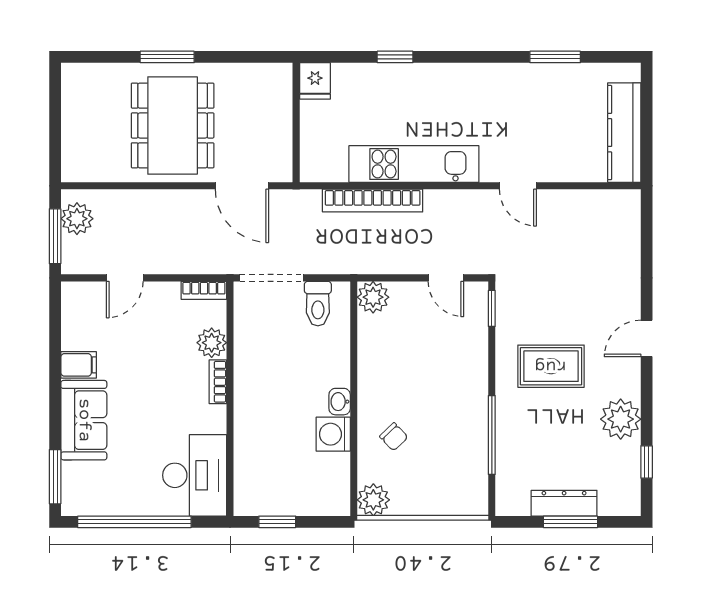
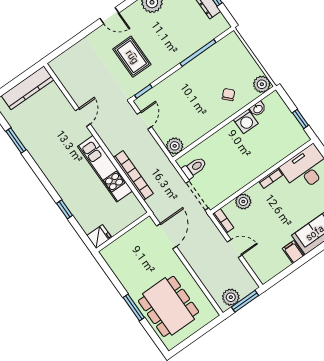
dining table: (173, 125) -> (169, 306), moved, turned 90
door: (125, 278) -> (235, 248), moved
rug: (551, 366) -> (132, 57), moved
bookcase: (218, 382) -> (271, 178), moved
washbasin: (340, 402) -> (258, 109), moved

